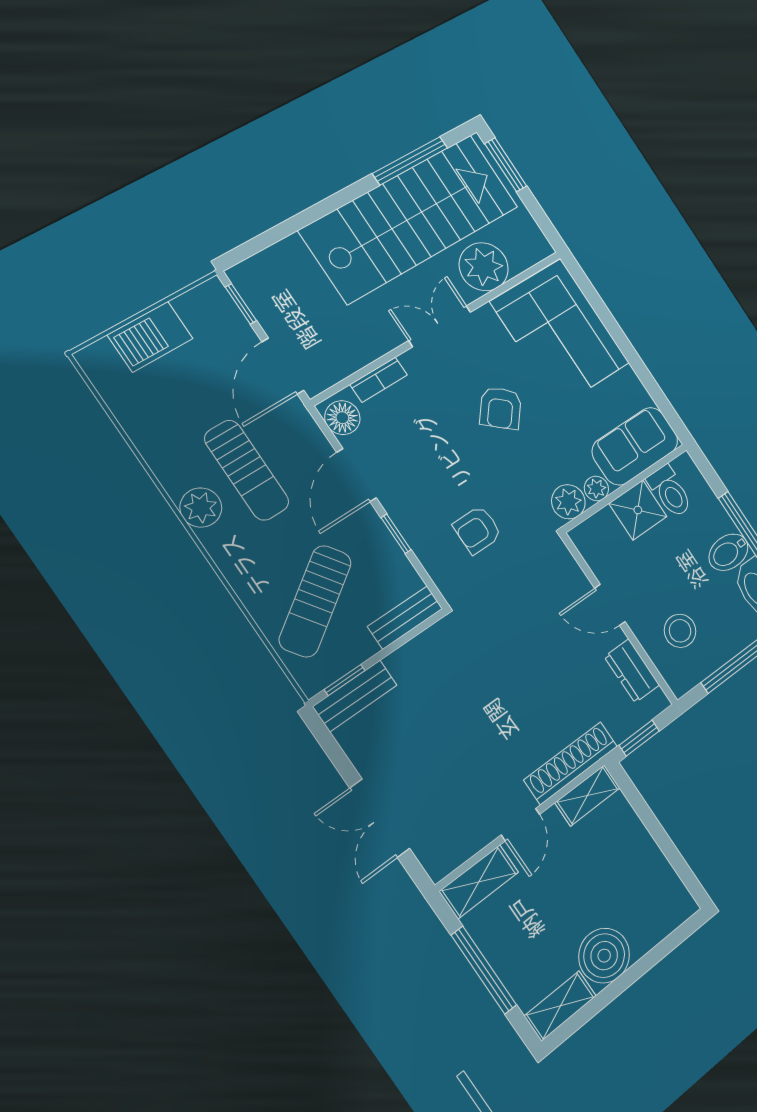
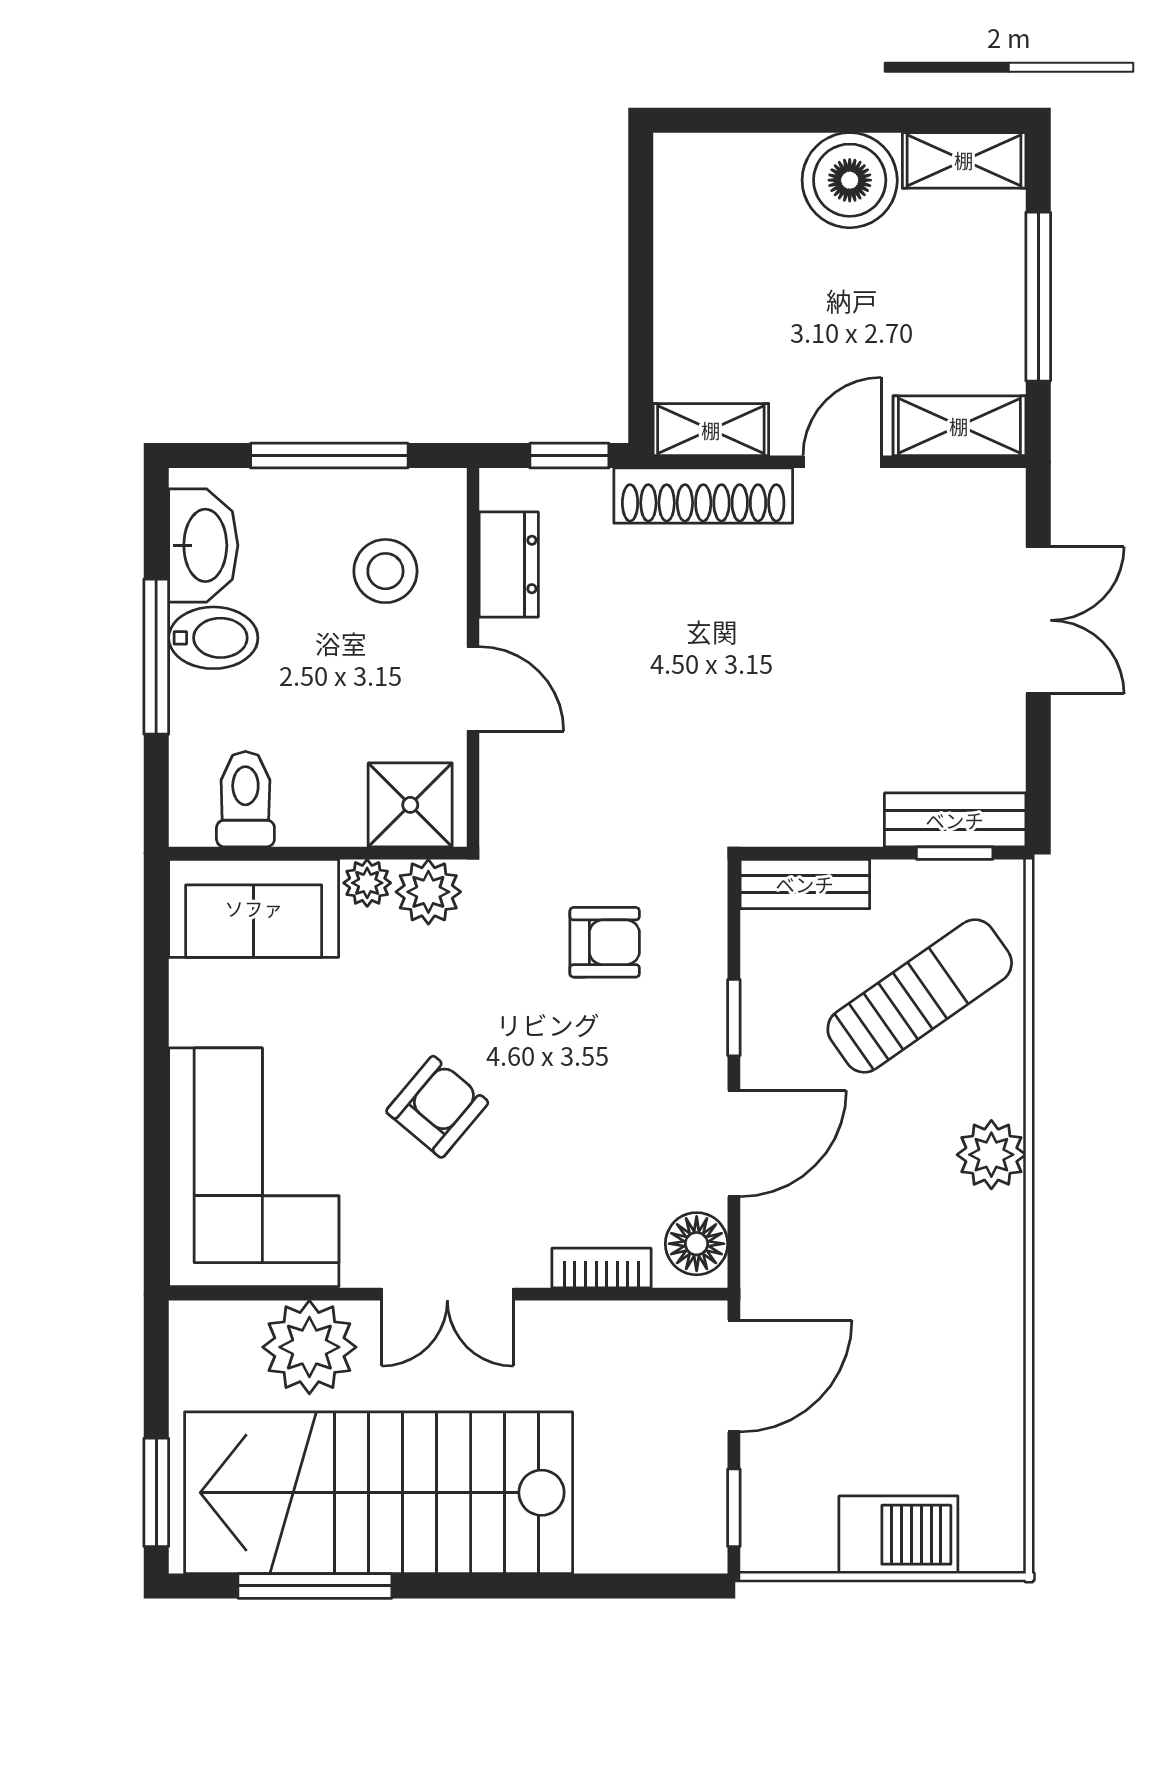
sun lounger: (247, 470) -> (890, 1252), removed
plant: (201, 508) -> (991, 1155), moved
shower: (638, 510) -> (410, 805), moved

